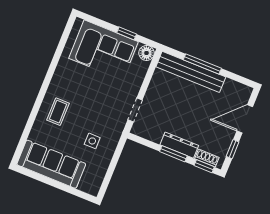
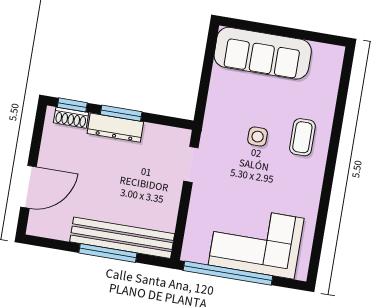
window: (127, 33) -> (228, 273), width x3.17
floor lamp: (146, 53) -> (193, 251), removed
side table: (92, 141) -> (258, 137), moved
window: (233, 149) -> (37, 139), removed
sofa: (51, 164) -> (263, 53), moved

